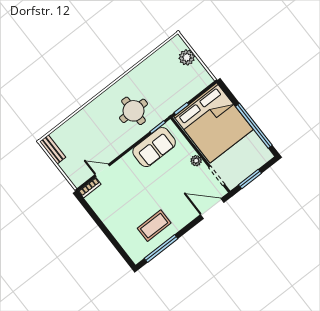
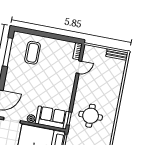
sofa: (154, 147) -> (52, 118), moved, turned 90
coffee table: (154, 226) -> (33, 53), moved

